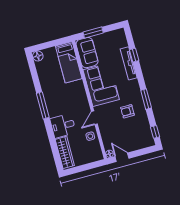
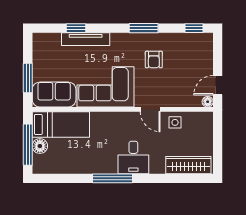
window: (50, 44) -> (28, 145), added
floor lamp: (38, 56) -> (40, 146), moved
desk: (63, 126) -> (133, 157), moved

